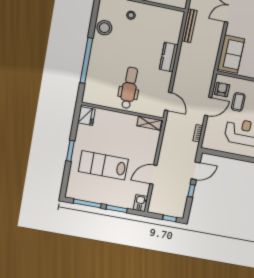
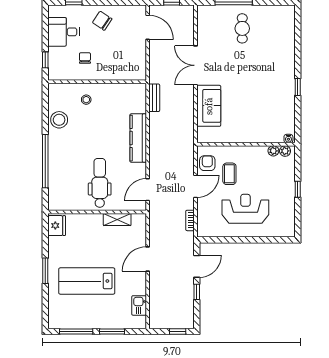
bench: (189, 26) -> (154, 98), width x0.73
sofa: (231, 54) -> (209, 106), moved
kitchen counter: (169, 57) -> (138, 138), width x1.50
door: (168, 101) -> (148, 190), swing flipped
shelving: (149, 123) -> (117, 220), moved
door: (153, 175) -> (148, 259), moved
kitchen sink: (141, 203) -> (139, 305), moved

